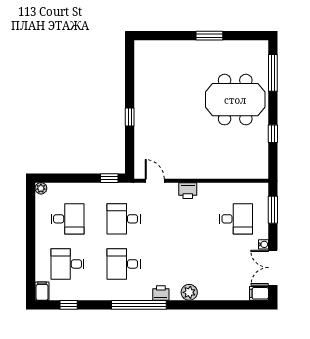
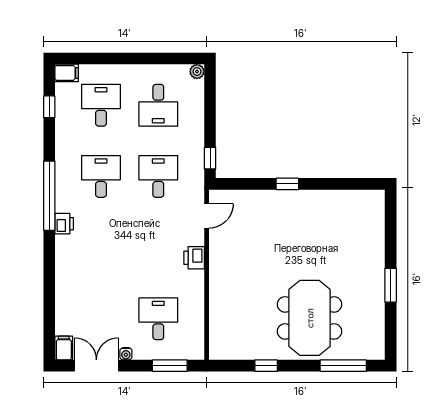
desk: (236, 219) -> (158, 319), turned 180
plant: (189, 292) -> (65, 260), removed

